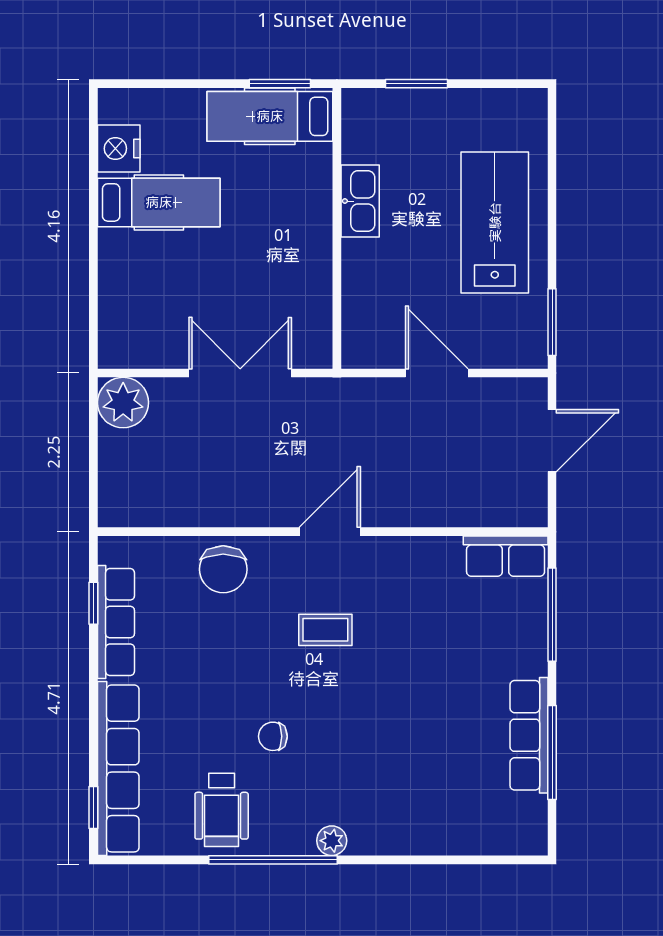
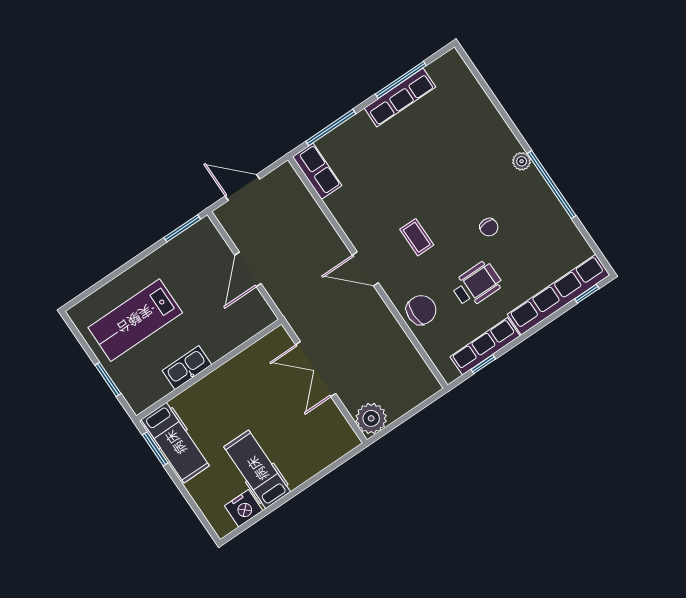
lab bench: (495, 222) -> (135, 320), moved
wheelchair: (222, 810) -> (477, 285), moved

